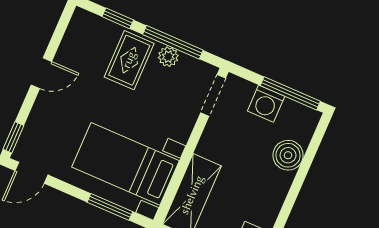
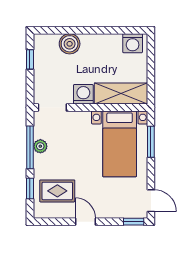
rug: (129, 60) -> (57, 191), moved
window: (290, 93) -> (30, 59), width x0.46
washing machine: (266, 104) -> (83, 94), moved, turned -90

